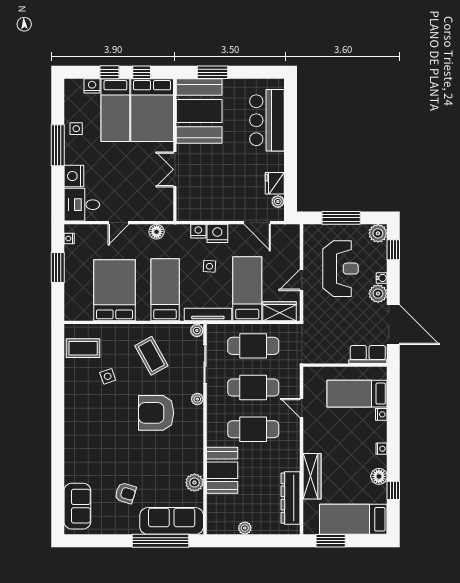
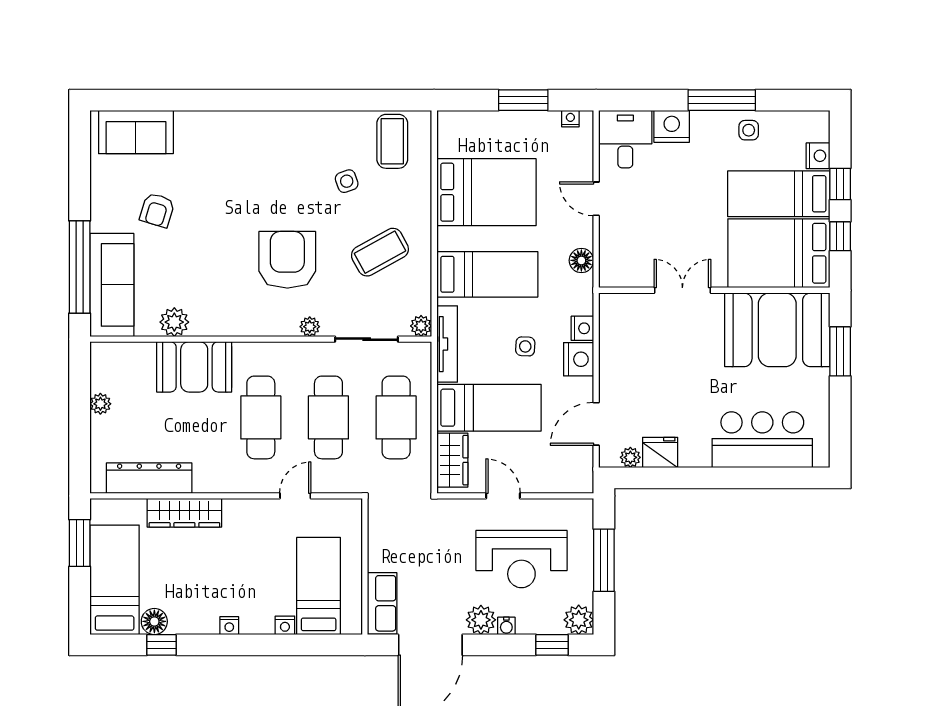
floor lamp: (379, 476) -> (154, 621), moved

